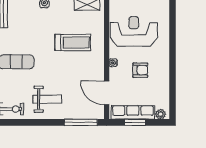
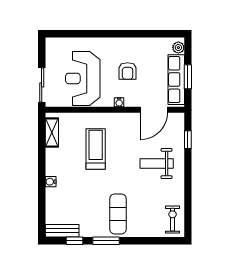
armchair: (140, 70) -> (128, 71), turned 180
weight bench: (47, 99) -> (157, 163), moved, turned -90
window: (81, 122) -> (188, 140), width x0.46

